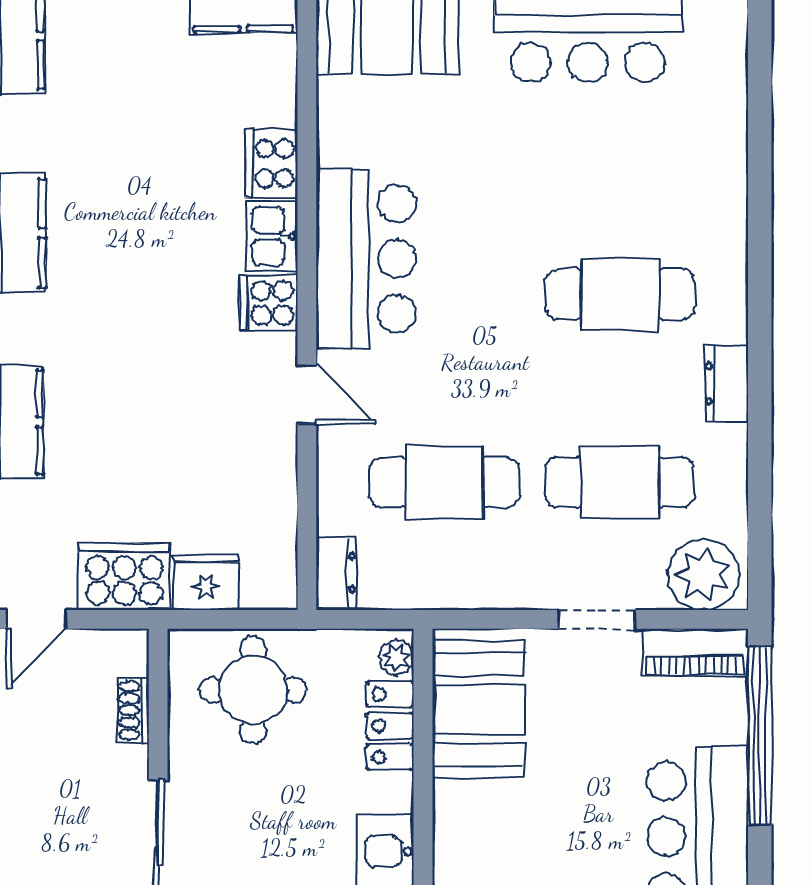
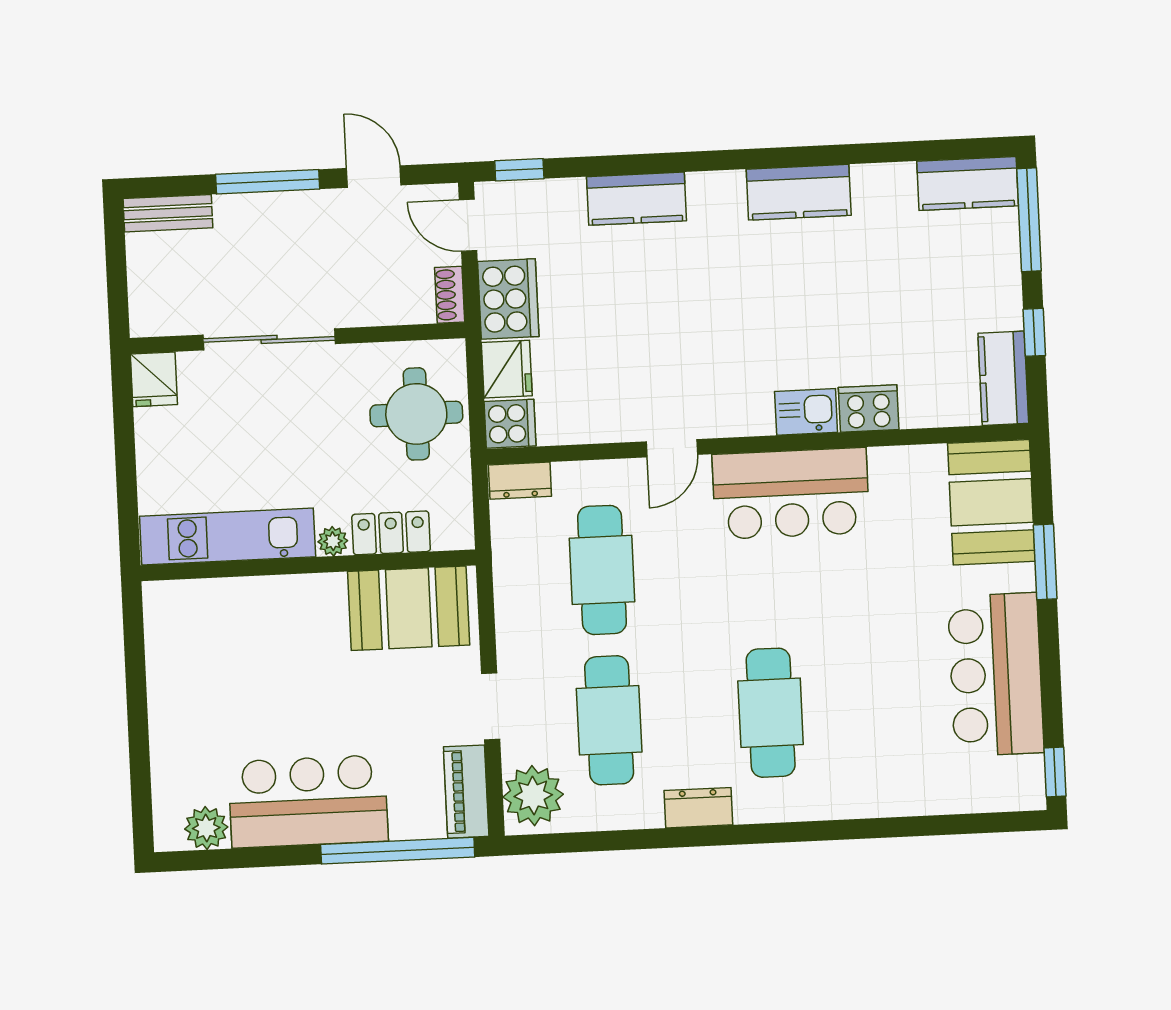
cooker: (269, 303) -> (510, 424), moved, turned 90
plant: (396, 658) -> (333, 541), moved
shoe rack: (133, 711) -> (450, 295), moved, turned -90

